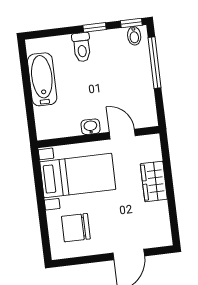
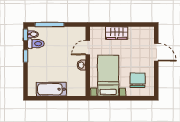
toilet: (82, 47) -> (36, 44), moved
chair: (76, 228) -> (137, 80), turned 180

